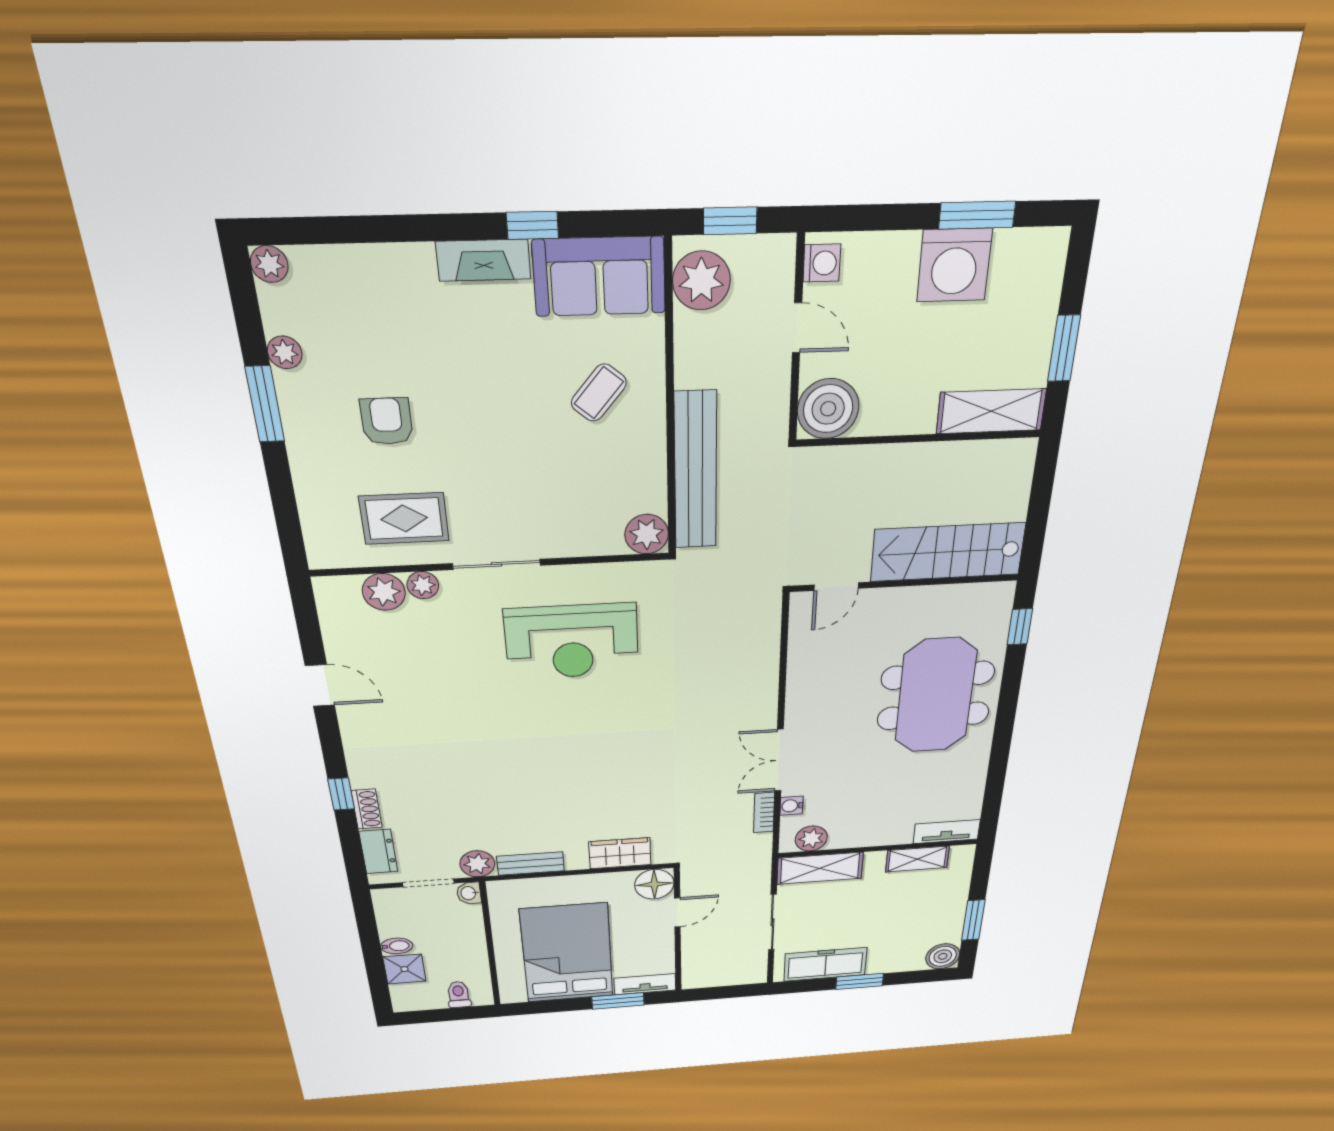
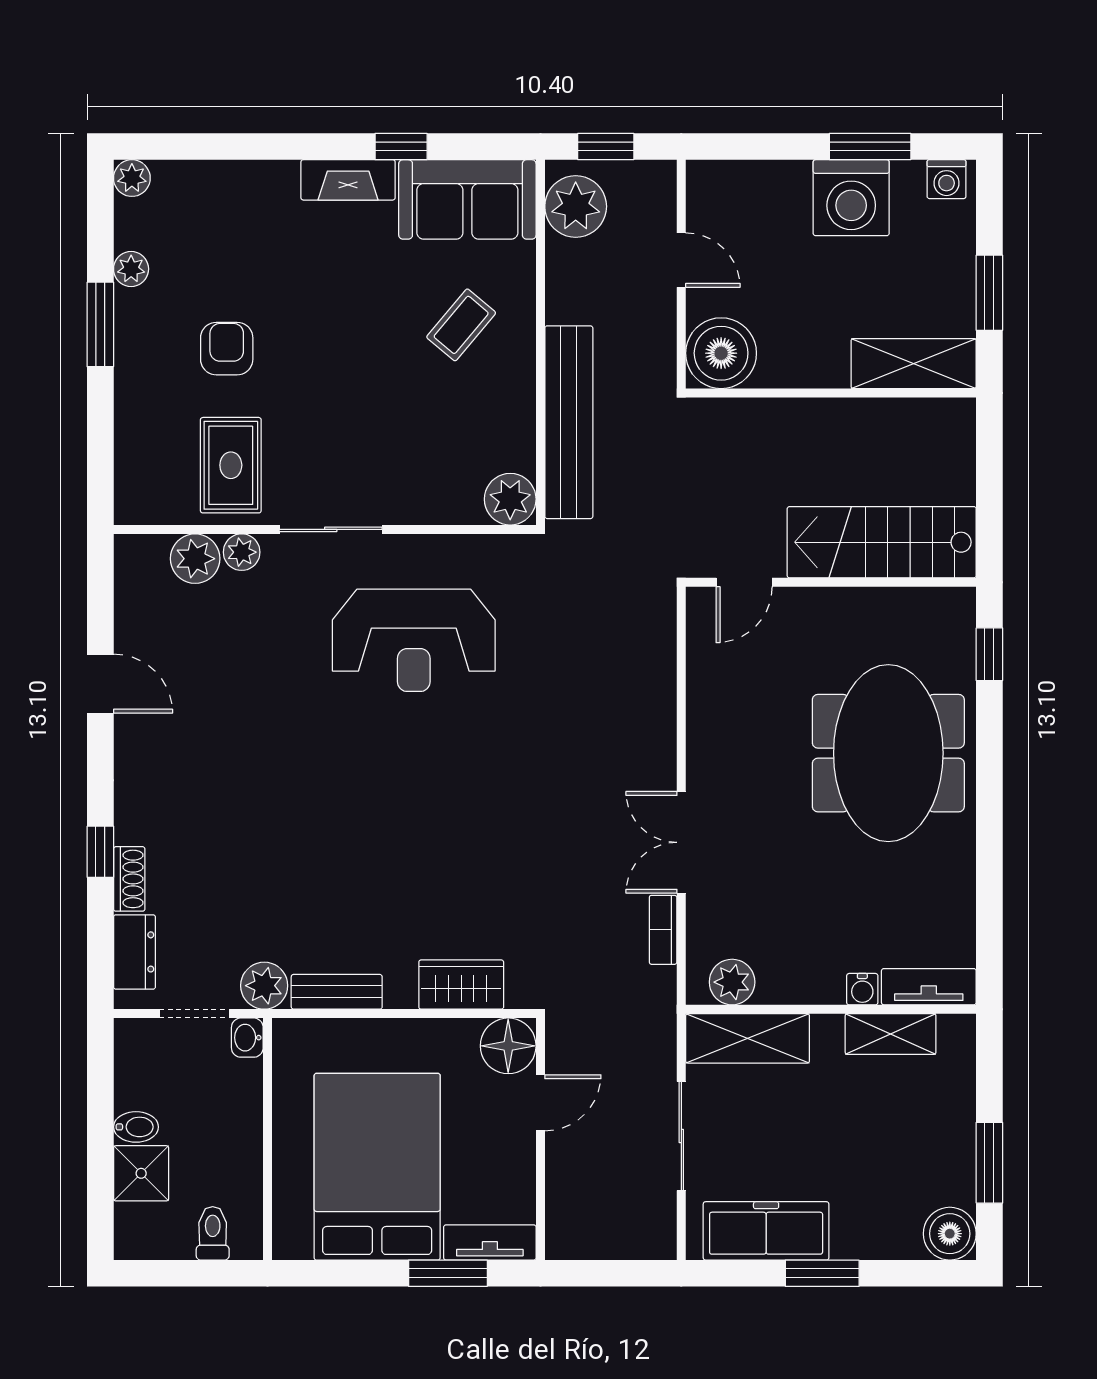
washing machine: (822, 263) -> (947, 179), moved, turned 90
rug: (404, 518) -> (231, 465), turned 90
water cooler: (791, 806) -> (862, 989), moved, turned -90

